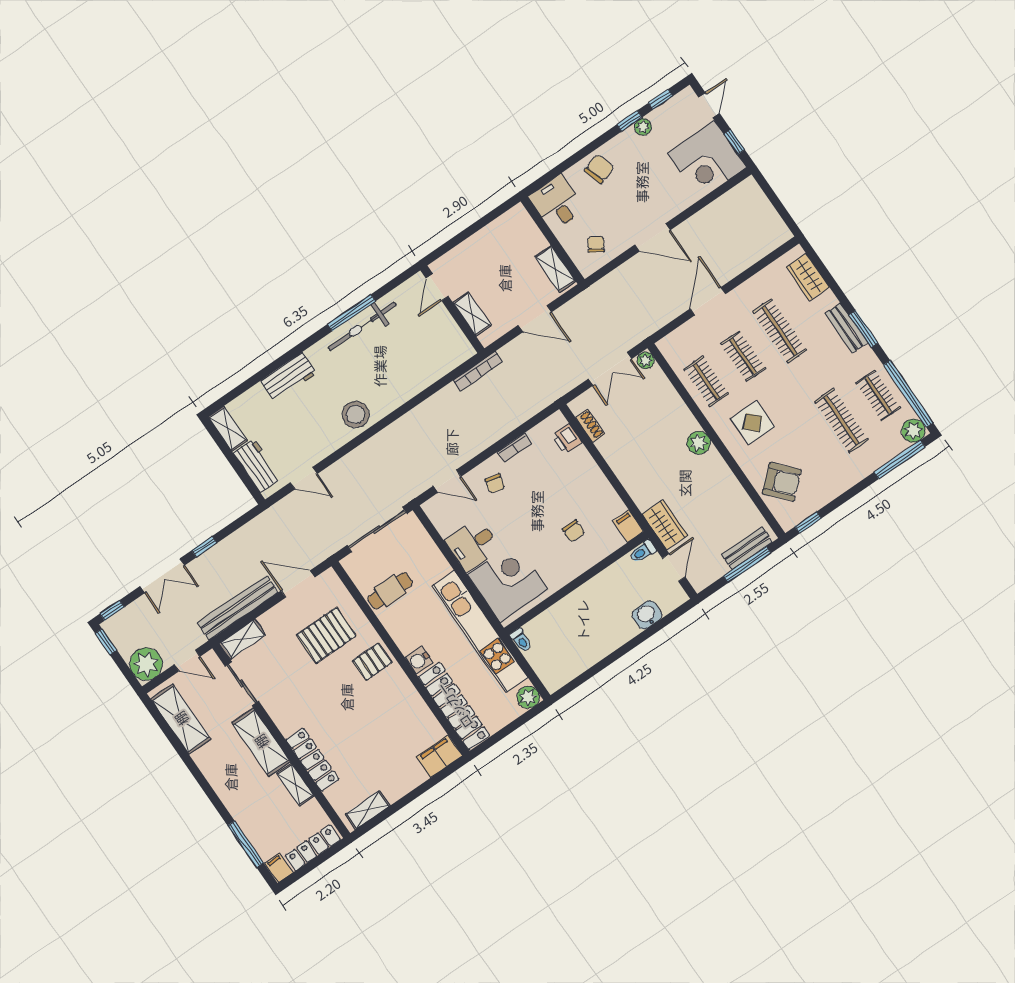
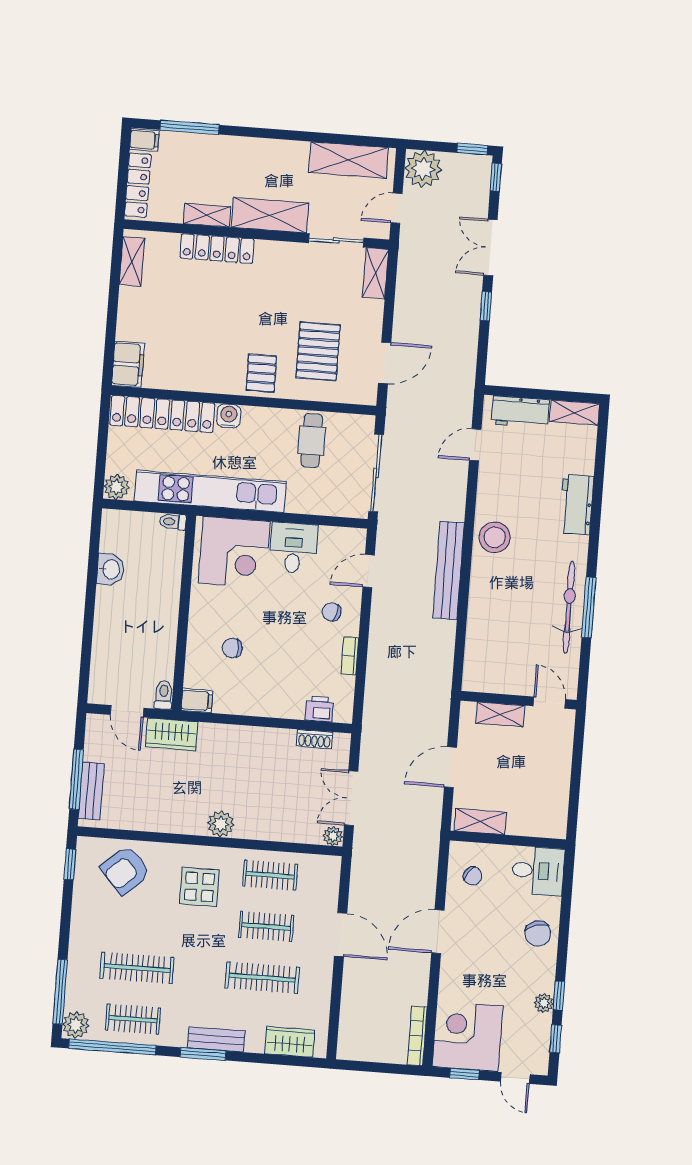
bookcase: (478, 371) -> (417, 1036), moved
bench: (238, 608) -> (449, 570), moved
washbasin: (647, 615) -> (110, 569), moved

